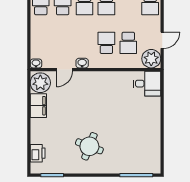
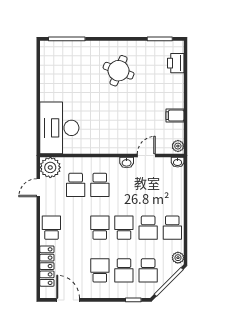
school desk: (128, 43) -> (76, 185), turned 180
plant: (40, 83) -> (178, 146), width x0.53, depth x0.53
desk: (147, 84) -> (59, 128), width x1.87, depth x1.30
filing cabinet: (38, 106) -> (175, 116), width x0.50

